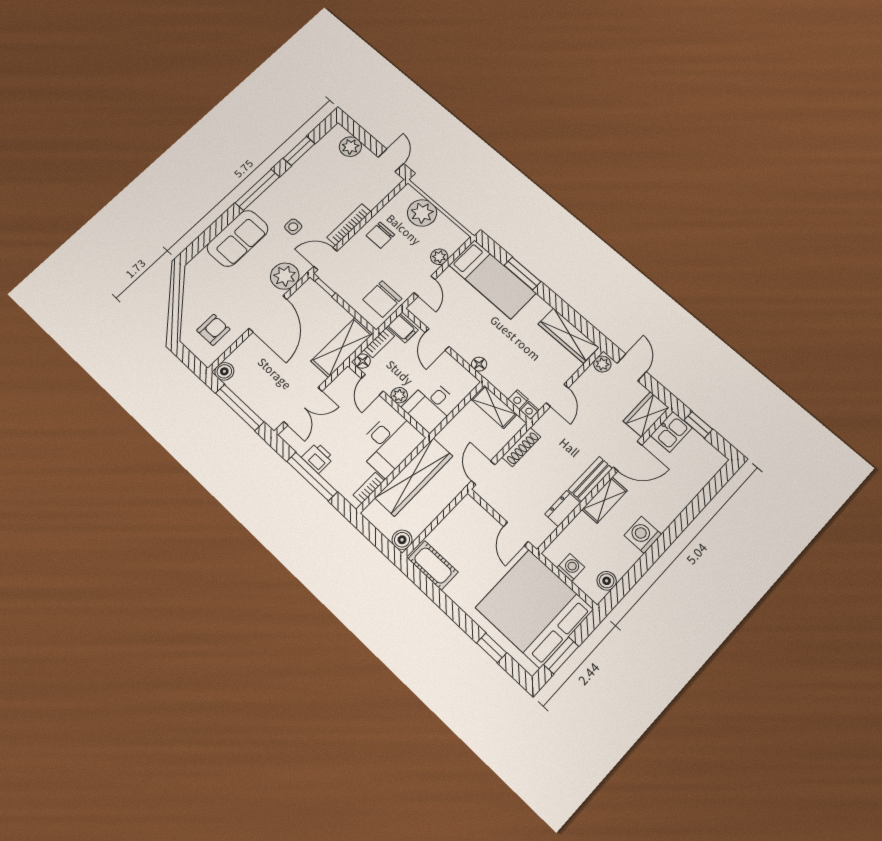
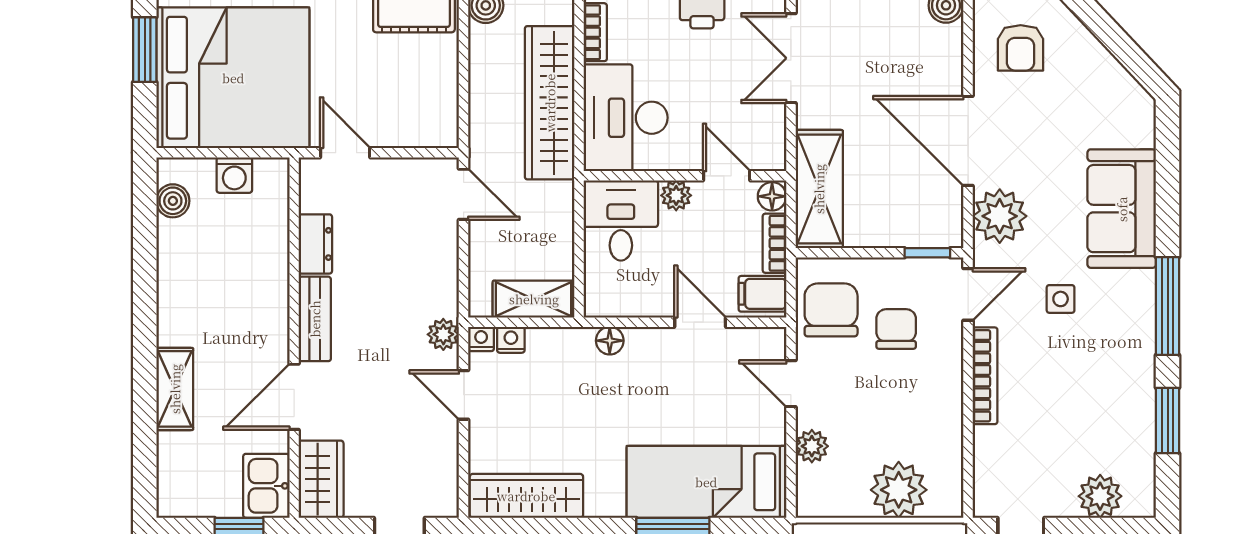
chair: (380, 235) -> (896, 329), moved
plant: (602, 364) -> (443, 334), moved
shoe rack: (521, 447) -> (446, 277), removed
shelving: (605, 500) -> (175, 389), moved
washing machine: (643, 535) -> (180, 307), removed

